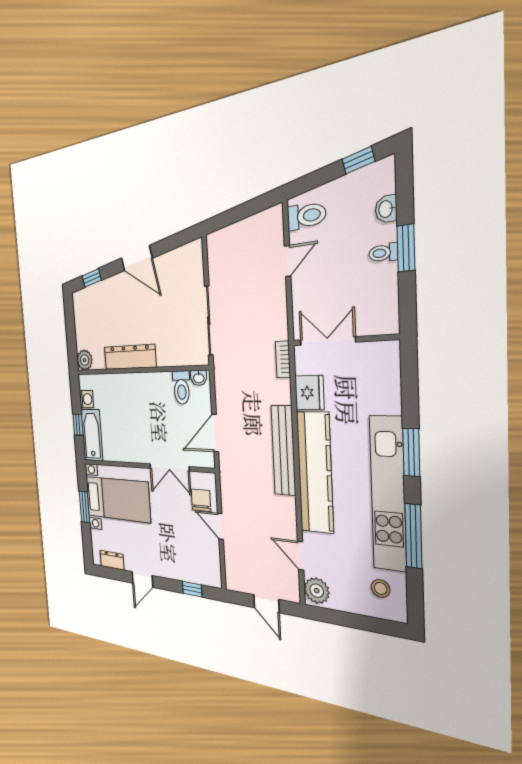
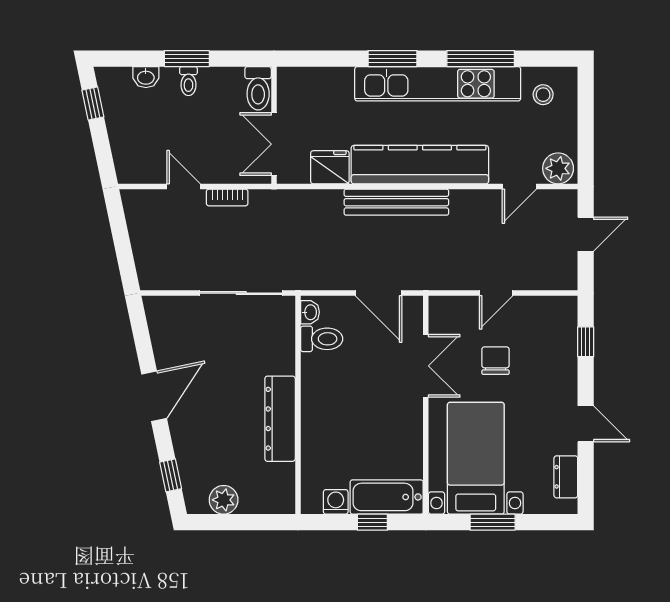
toilet: (306, 216) -> (258, 88), moved, turned 180
bookcase: (283, 359) -> (227, 197), moved
plant: (85, 360) -> (224, 500), moved
chair: (201, 500) -> (495, 361), moved, turned 90

